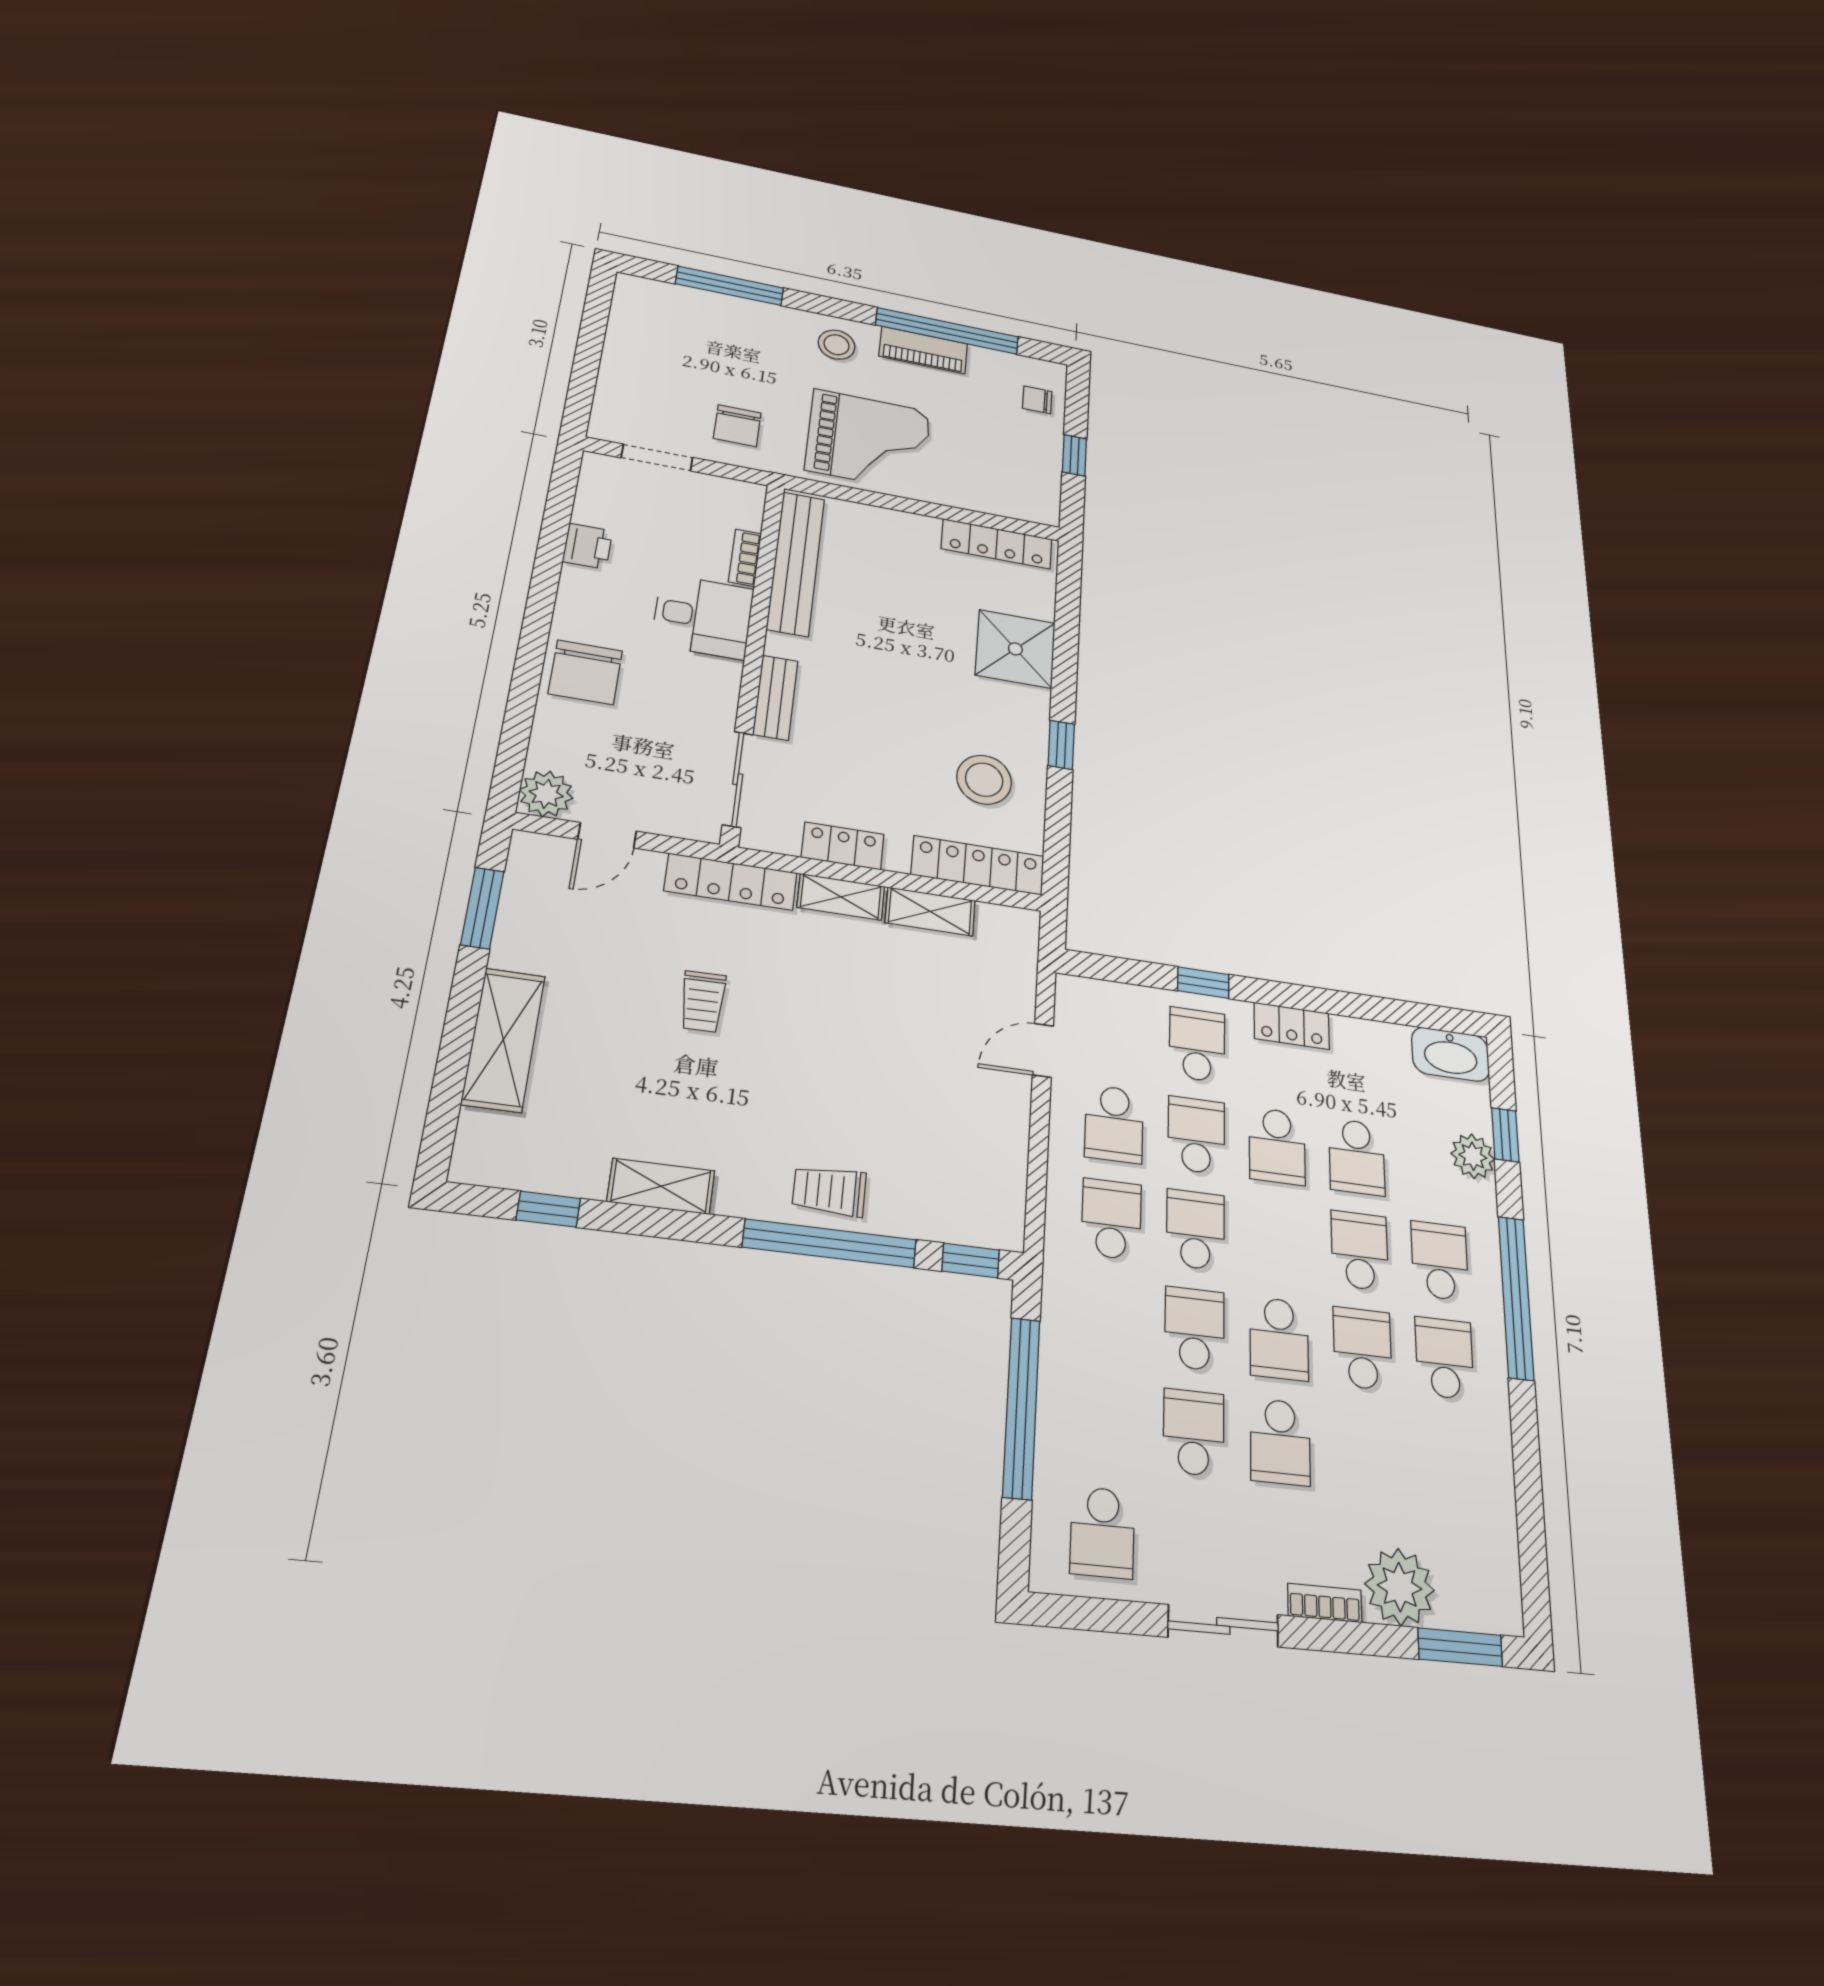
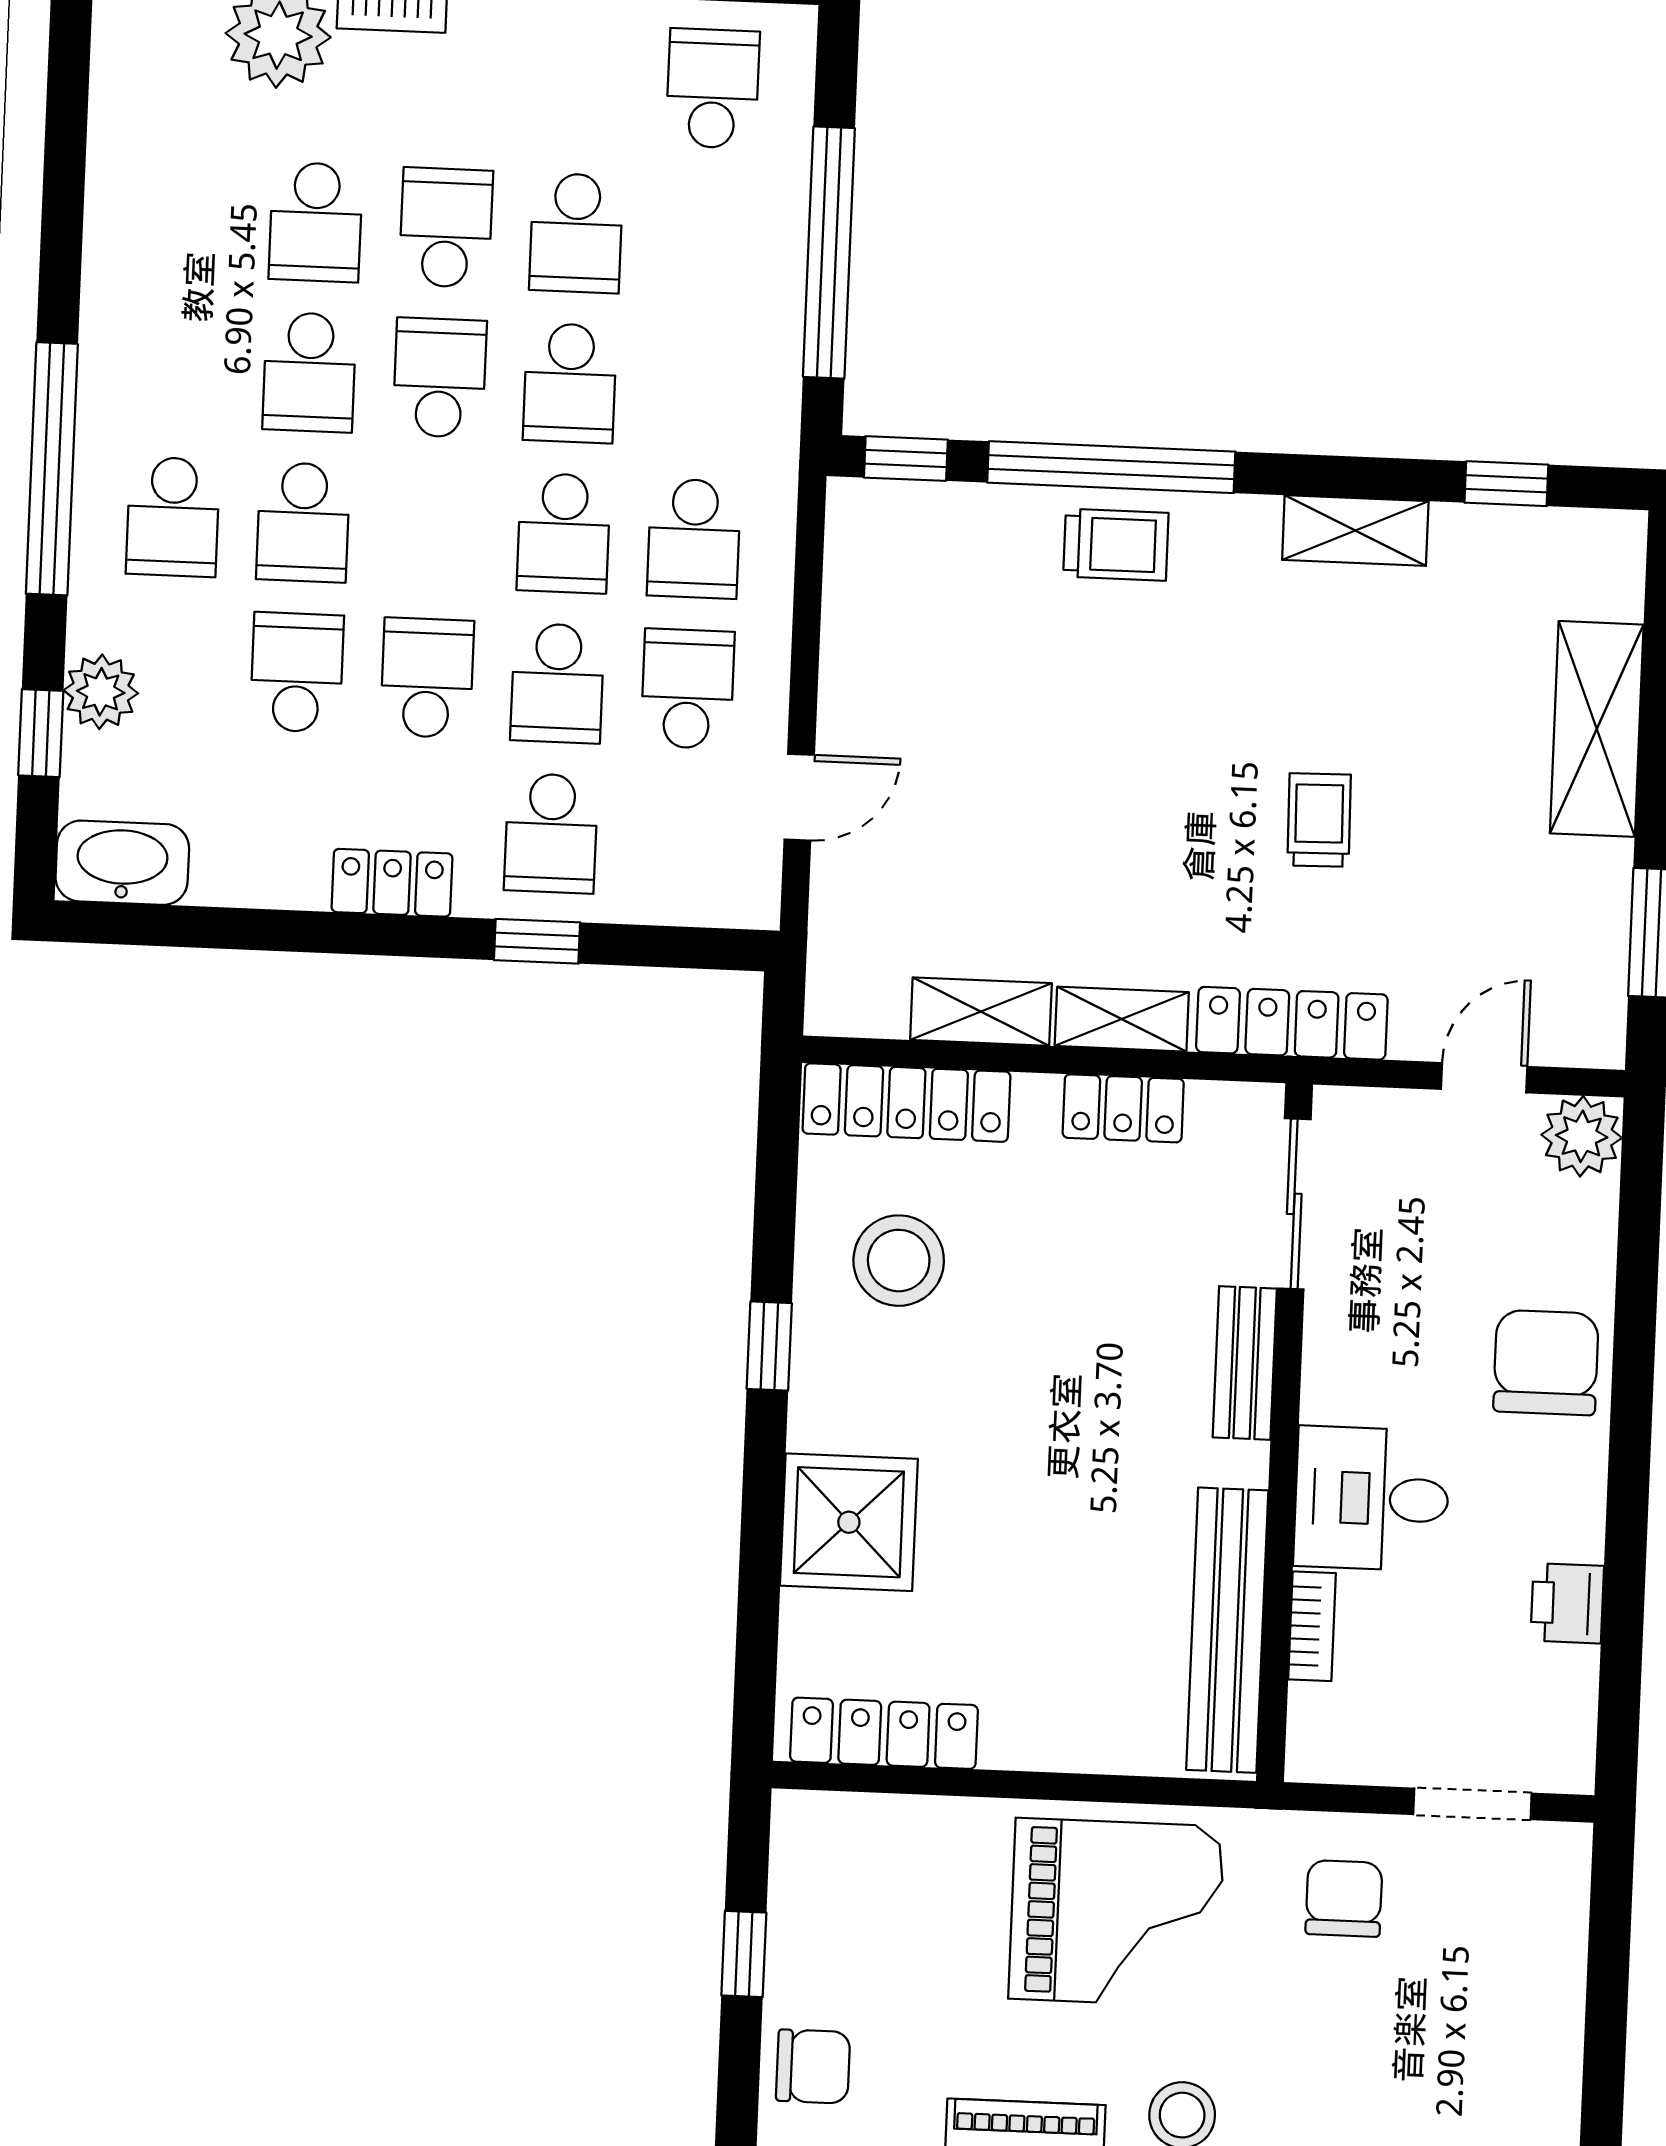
chair: (1037, 400) -> (813, 2066), width x1.37, depth x1.37
grand piano: (868, 440) -> (1116, 1913), turned 180
school desk: (1444, 1358) -> (316, 222), moved

